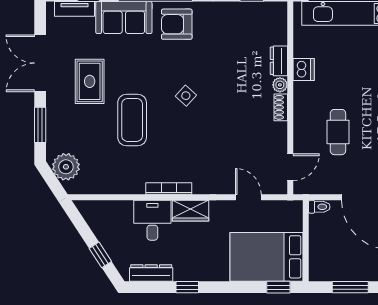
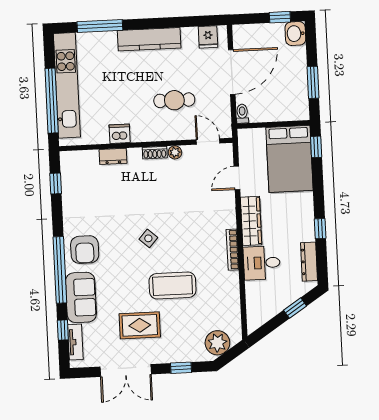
plant: (280, 85) -> (175, 152), moved
window: (40, 125) -> (181, 368), width x0.67
wardrobe: (191, 211) -> (251, 221), width x1.50

